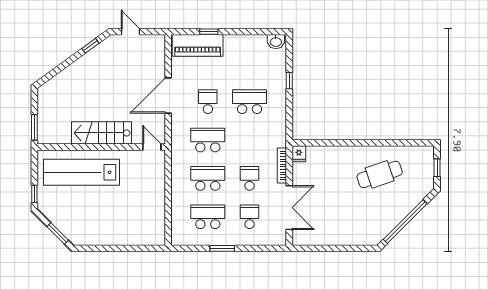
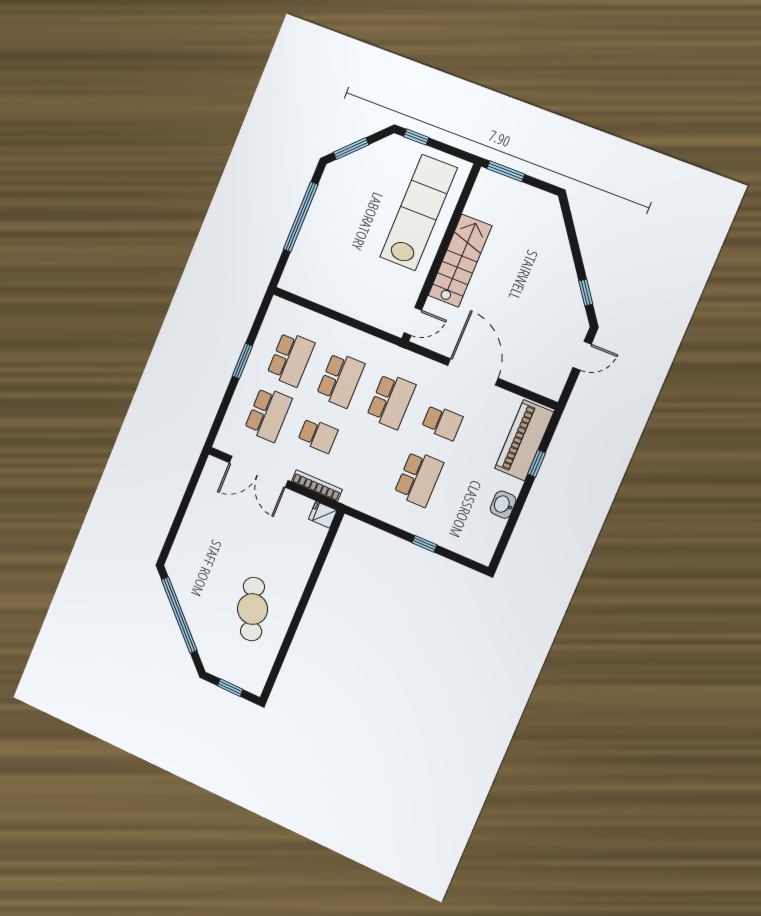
washbasin: (276, 42) -> (503, 505), moved
school desk: (250, 217) -> (268, 414), width x1.85
window: (114, 248) -> (301, 217), added

